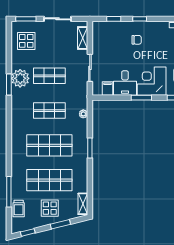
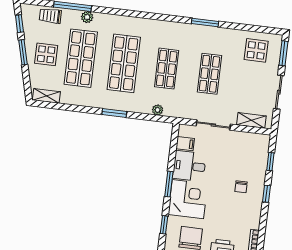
plant: (20, 78) -> (87, 17), moved, width x0.53, depth x0.53
window: (60, 224) -> (23, 52), moved

